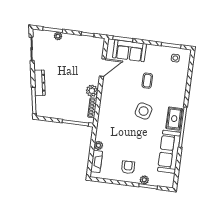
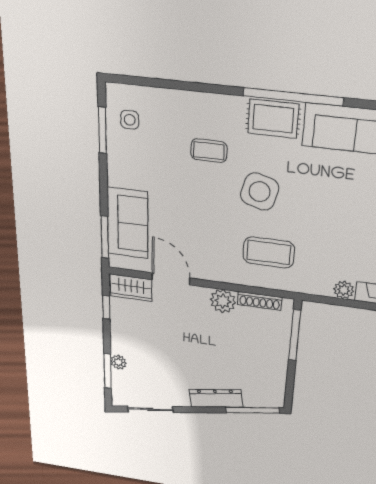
wardrobe: (98, 48) -> (131, 288), added
coffee table: (147, 81) -> (209, 151), moved
coffee table: (116, 113) -> (269, 252), added

